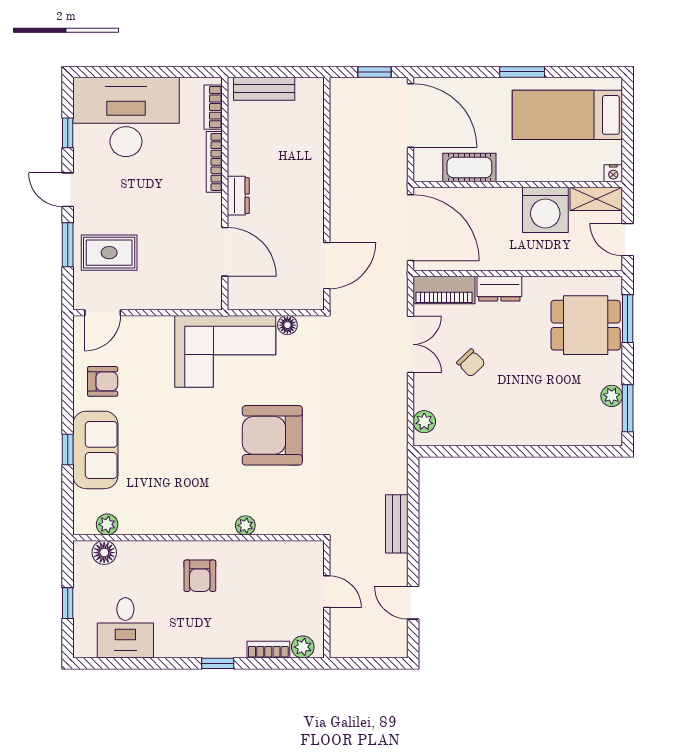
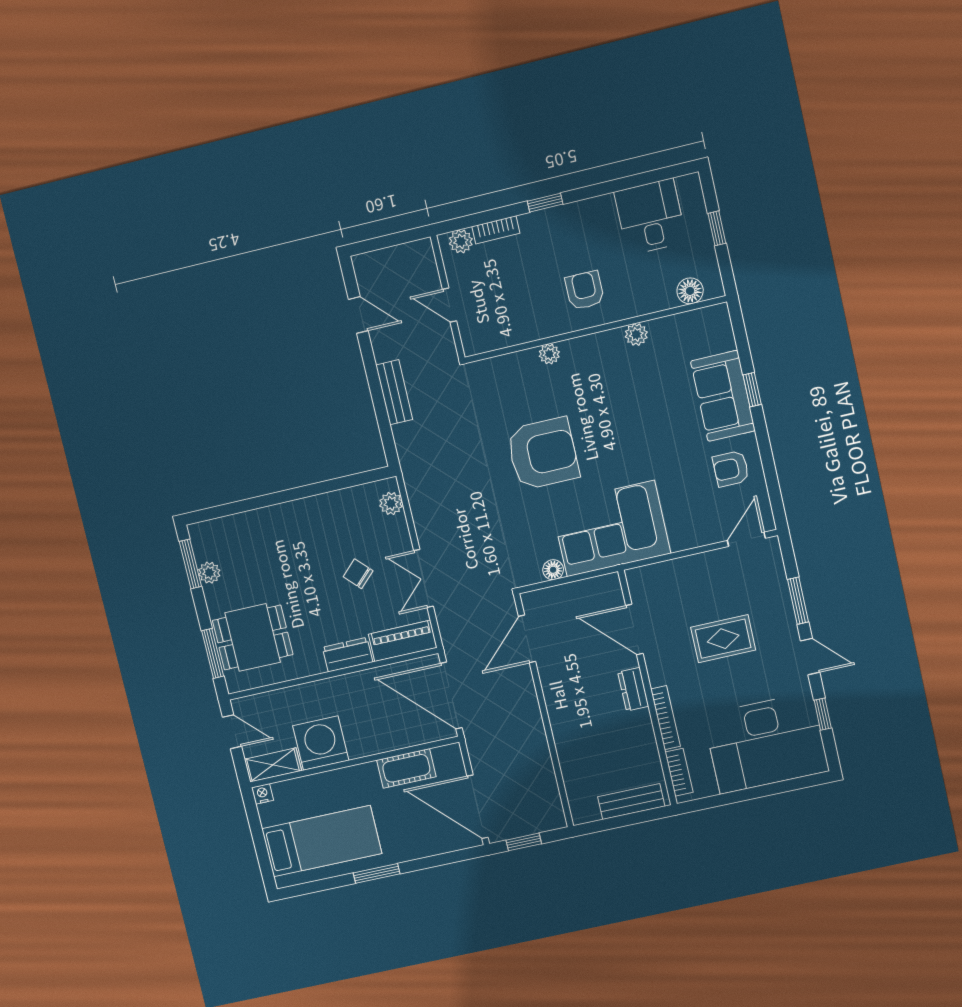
rug: (109, 253) -> (723, 639), moved
plant: (107, 524) -> (636, 334), moved

